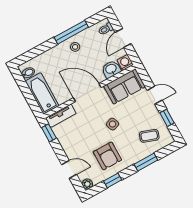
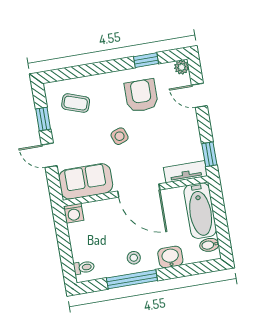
door: (123, 38) -> (65, 247), removed
washbasin: (111, 69) -> (170, 257), moved, turned 180
window: (146, 162) -> (92, 69), removed

